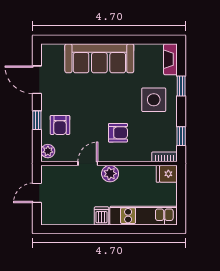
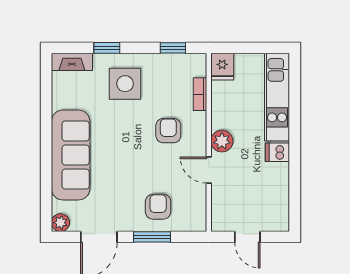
window: (37, 120) -> (152, 237), width x1.50
armchair: (60, 125) -> (158, 207), turned -90
plant: (48, 151) -> (60, 223), moved
bookcase: (164, 157) -> (200, 94), moved

